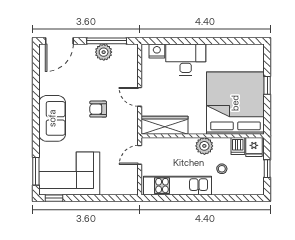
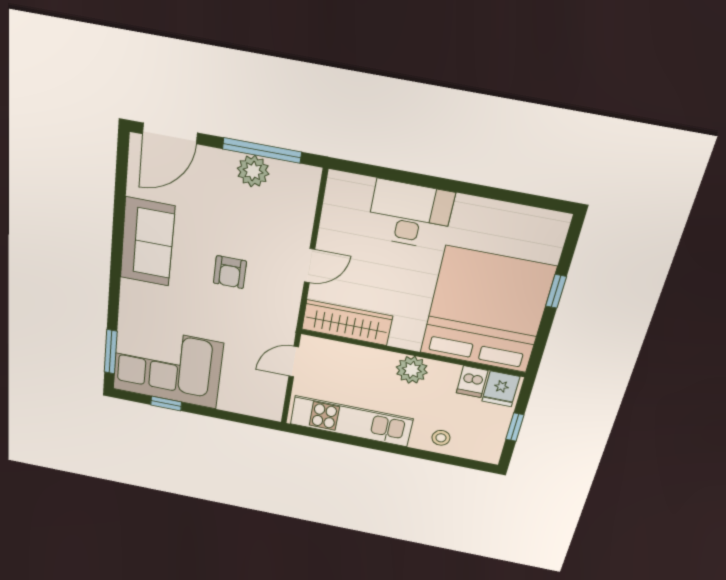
nightstand: (157, 51) -> (357, 188), removed
door: (140, 97) -> (310, 266), swing flipped
armchair: (98, 109) -> (230, 272), turned -90
sofa: (52, 118) -> (147, 242), moved
stool: (222, 169) -> (441, 438), moved
window: (54, 198) -> (166, 404), moved

